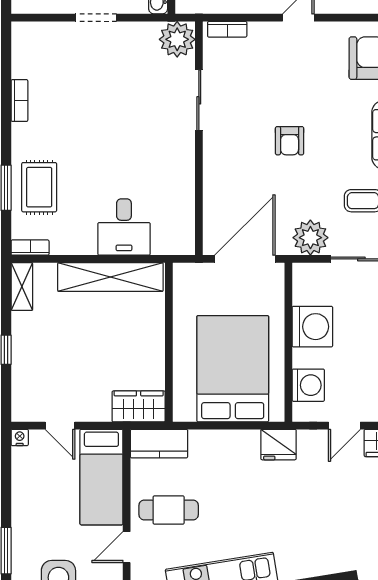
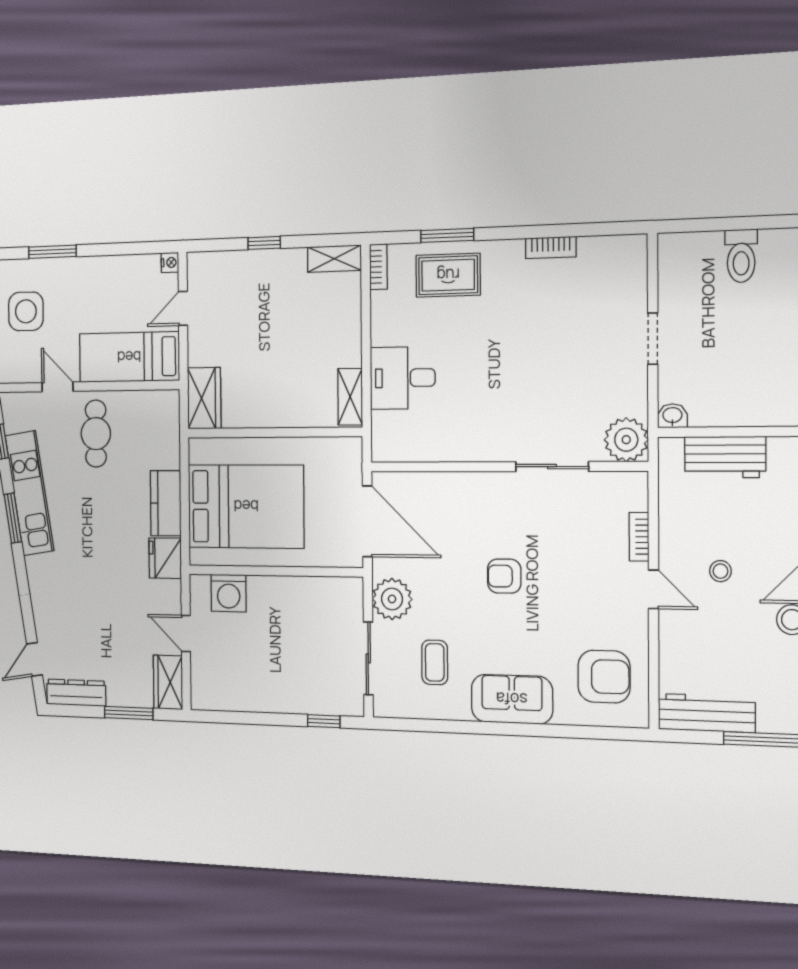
bookcase: (227, 29) -> (639, 537), moved
shelving: (110, 277) -> (350, 397), width x0.45, depth x0.75
washing machine: (312, 327) -> (292, 599), removed
kitchen counter: (159, 444) -> (166, 503), moved

